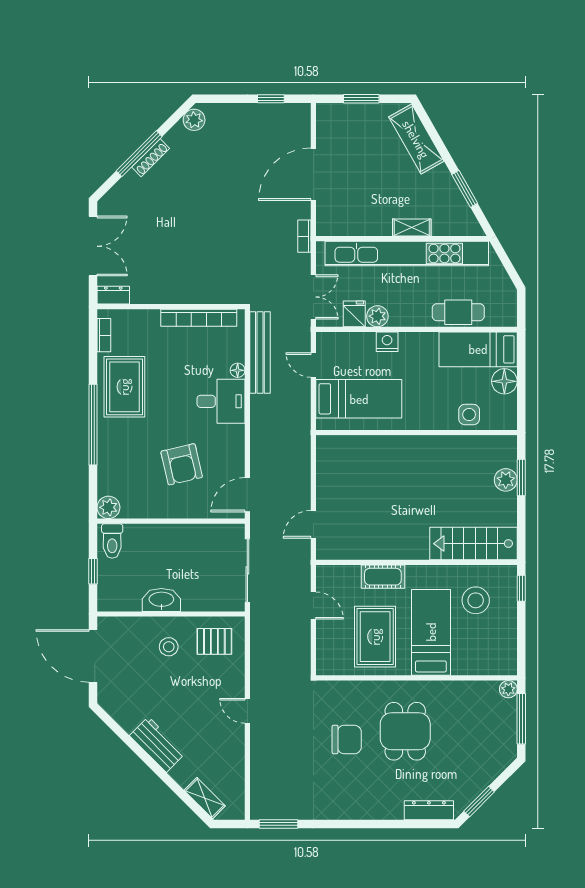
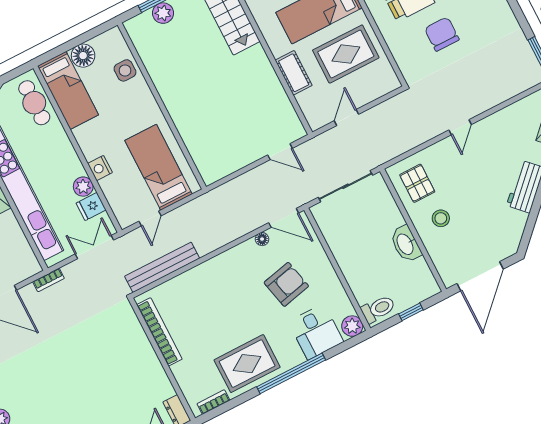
cafe table: (458, 312) -> (34, 103), moved
floor lamp: (238, 370) -> (262, 239), moved
desk: (221, 401) -> (316, 332), moved, turned 180

